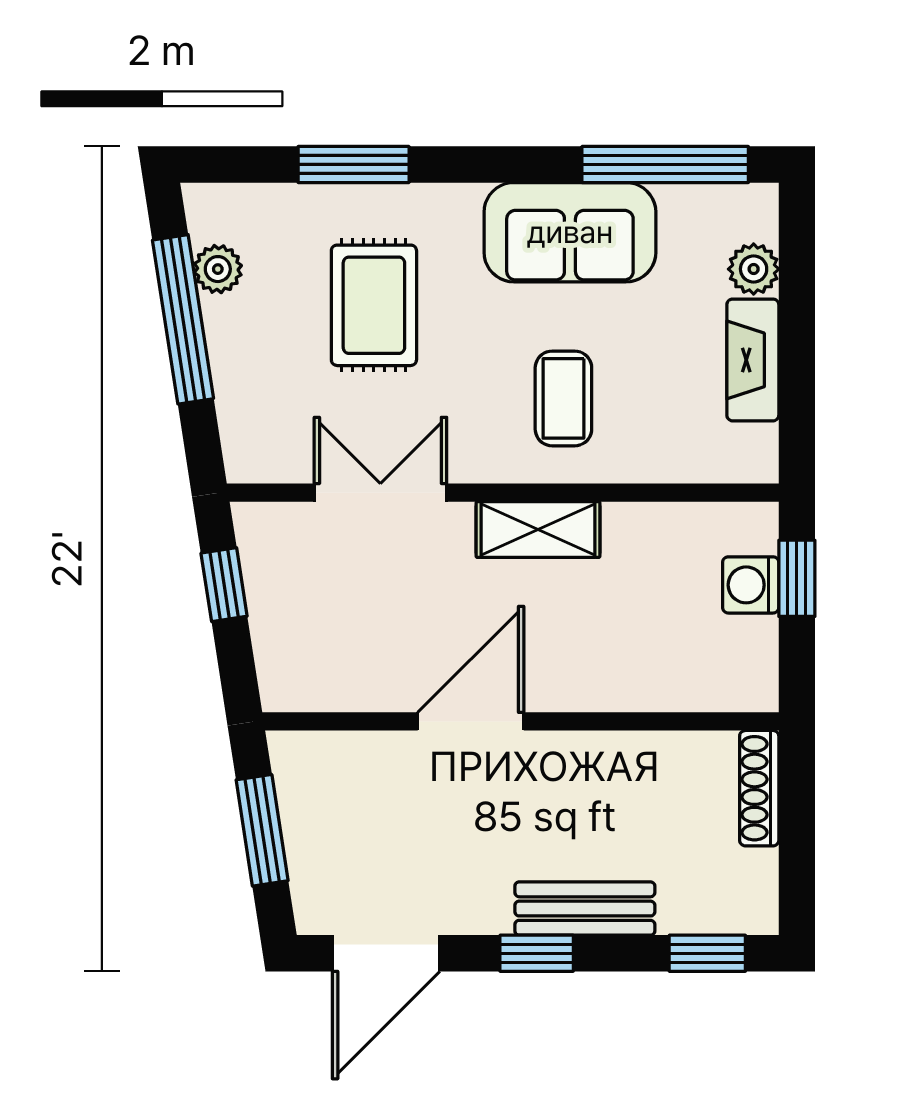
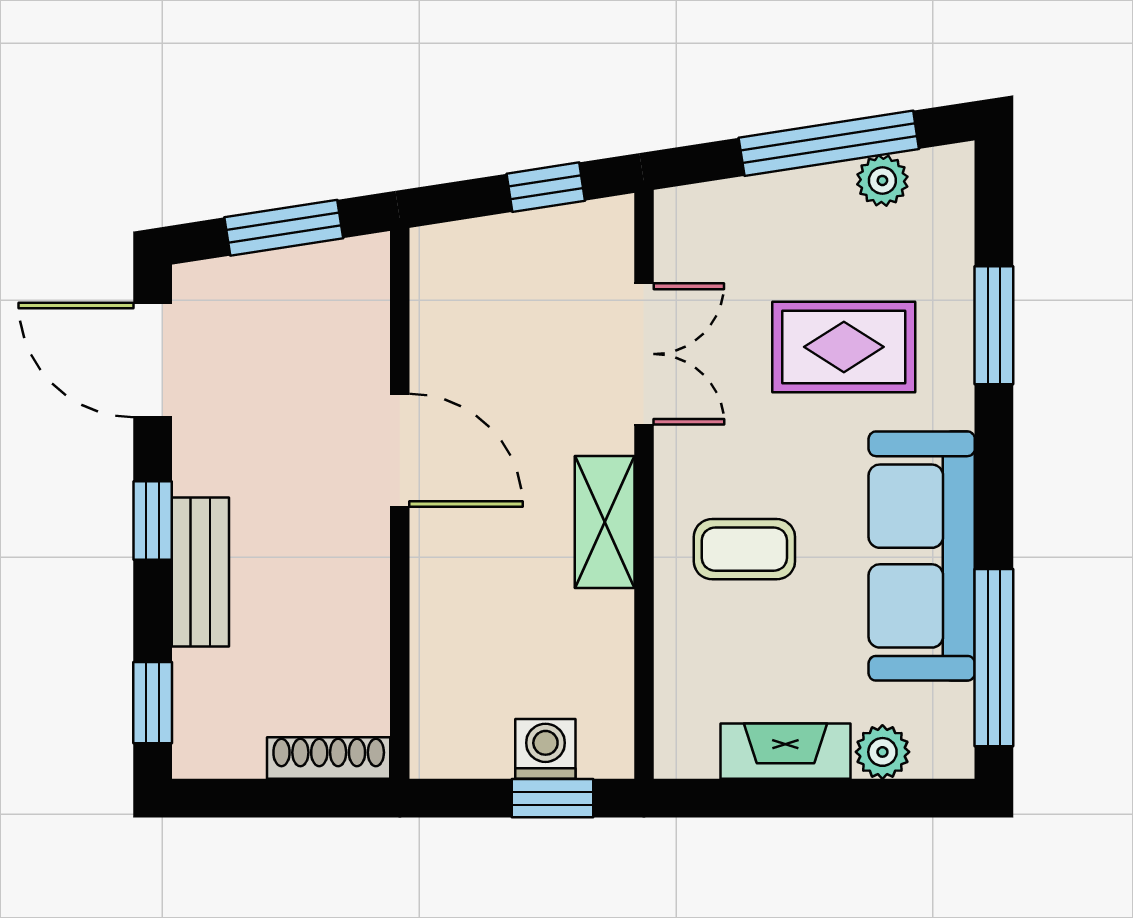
sofa: (570, 232) -> (922, 556), width x1.36

